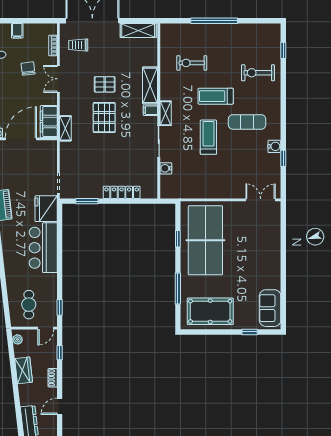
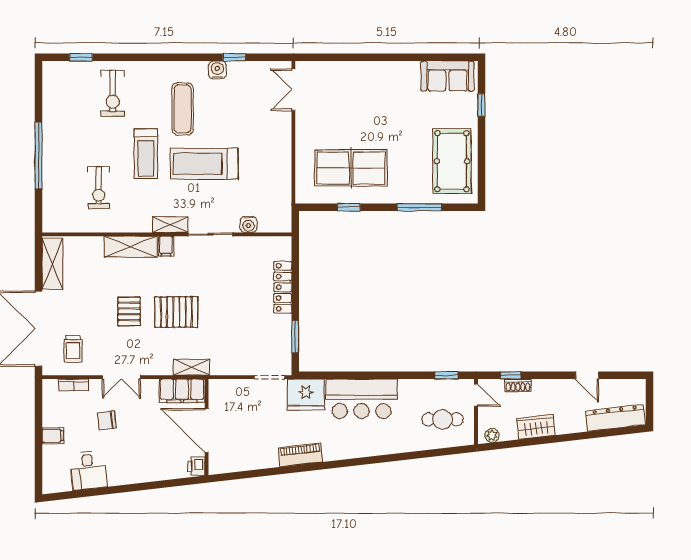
treadmill: (208, 137) -> (204, 164), width x1.37, depth x1.38
table tennis table: (205, 240) -> (351, 168), width x0.73, depth x0.76
shoe rack: (53, 378) -> (518, 385), moved

